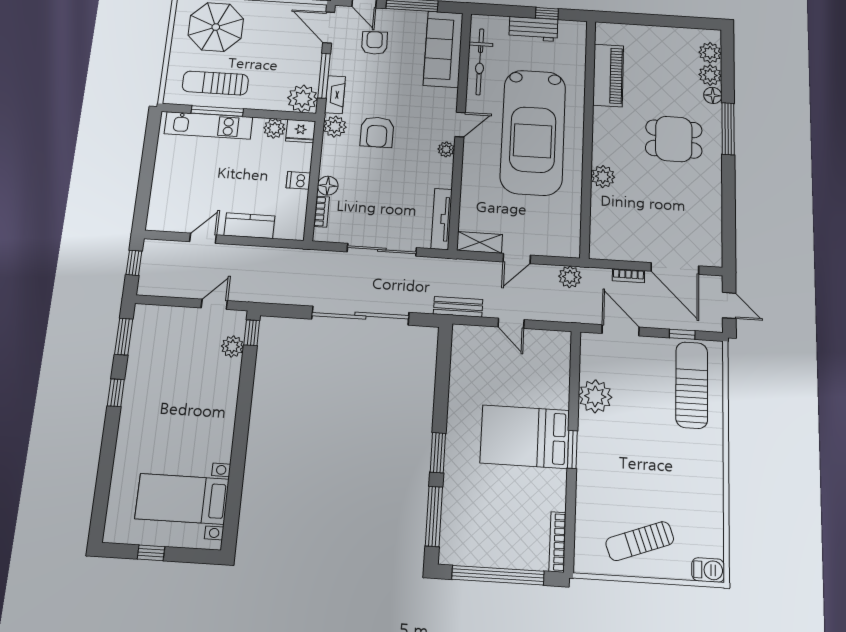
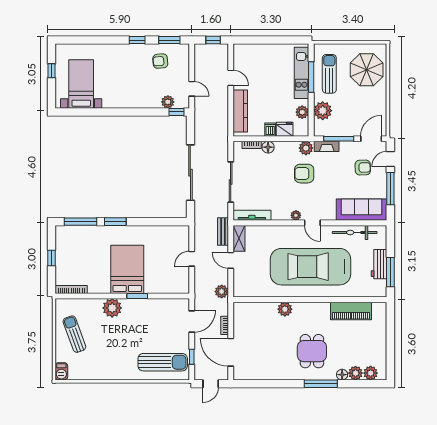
window: (547, 13) -> (390, 272), width x2.17
plant: (303, 99) -> (323, 111), moved
fridge: (300, 131) -> (285, 129), moved, turned 90
kitchen counter: (249, 226) -> (240, 111), width x1.50
door: (675, 269) -> (231, 352), hinge flipped
bench: (458, 307) -> (223, 231), moved
armchair: (159, 355) -> (160, 61), added
plant: (595, 396) -> (112, 308), moved
window: (572, 449) -> (137, 296), moved
window: (498, 575) -> (52, 258), width x0.32

